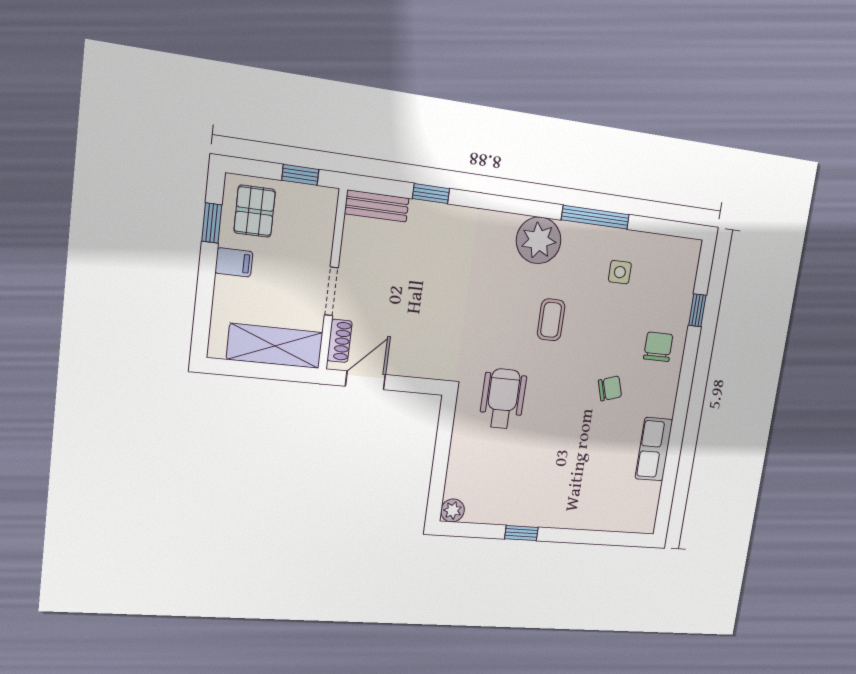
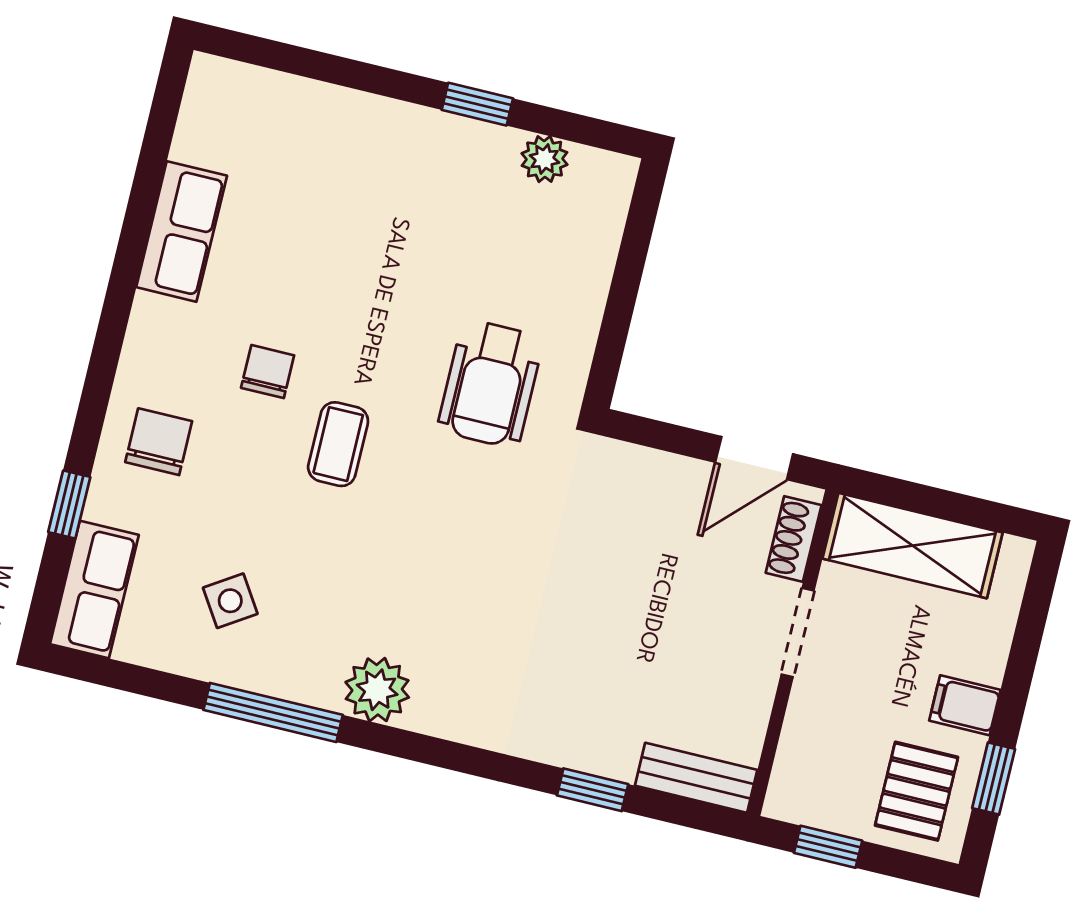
plant: (539, 240) -> (377, 690), width x0.73, depth x0.73
row of seats: (684, 270) -> (94, 589), added
side table: (620, 272) -> (230, 601), turned -33
coffee table: (551, 320) -> (338, 444), moved
chair: (658, 347) -> (159, 442), turned 180
chair: (610, 388) -> (268, 372), turned 107
plant: (453, 510) -> (544, 159), moved

